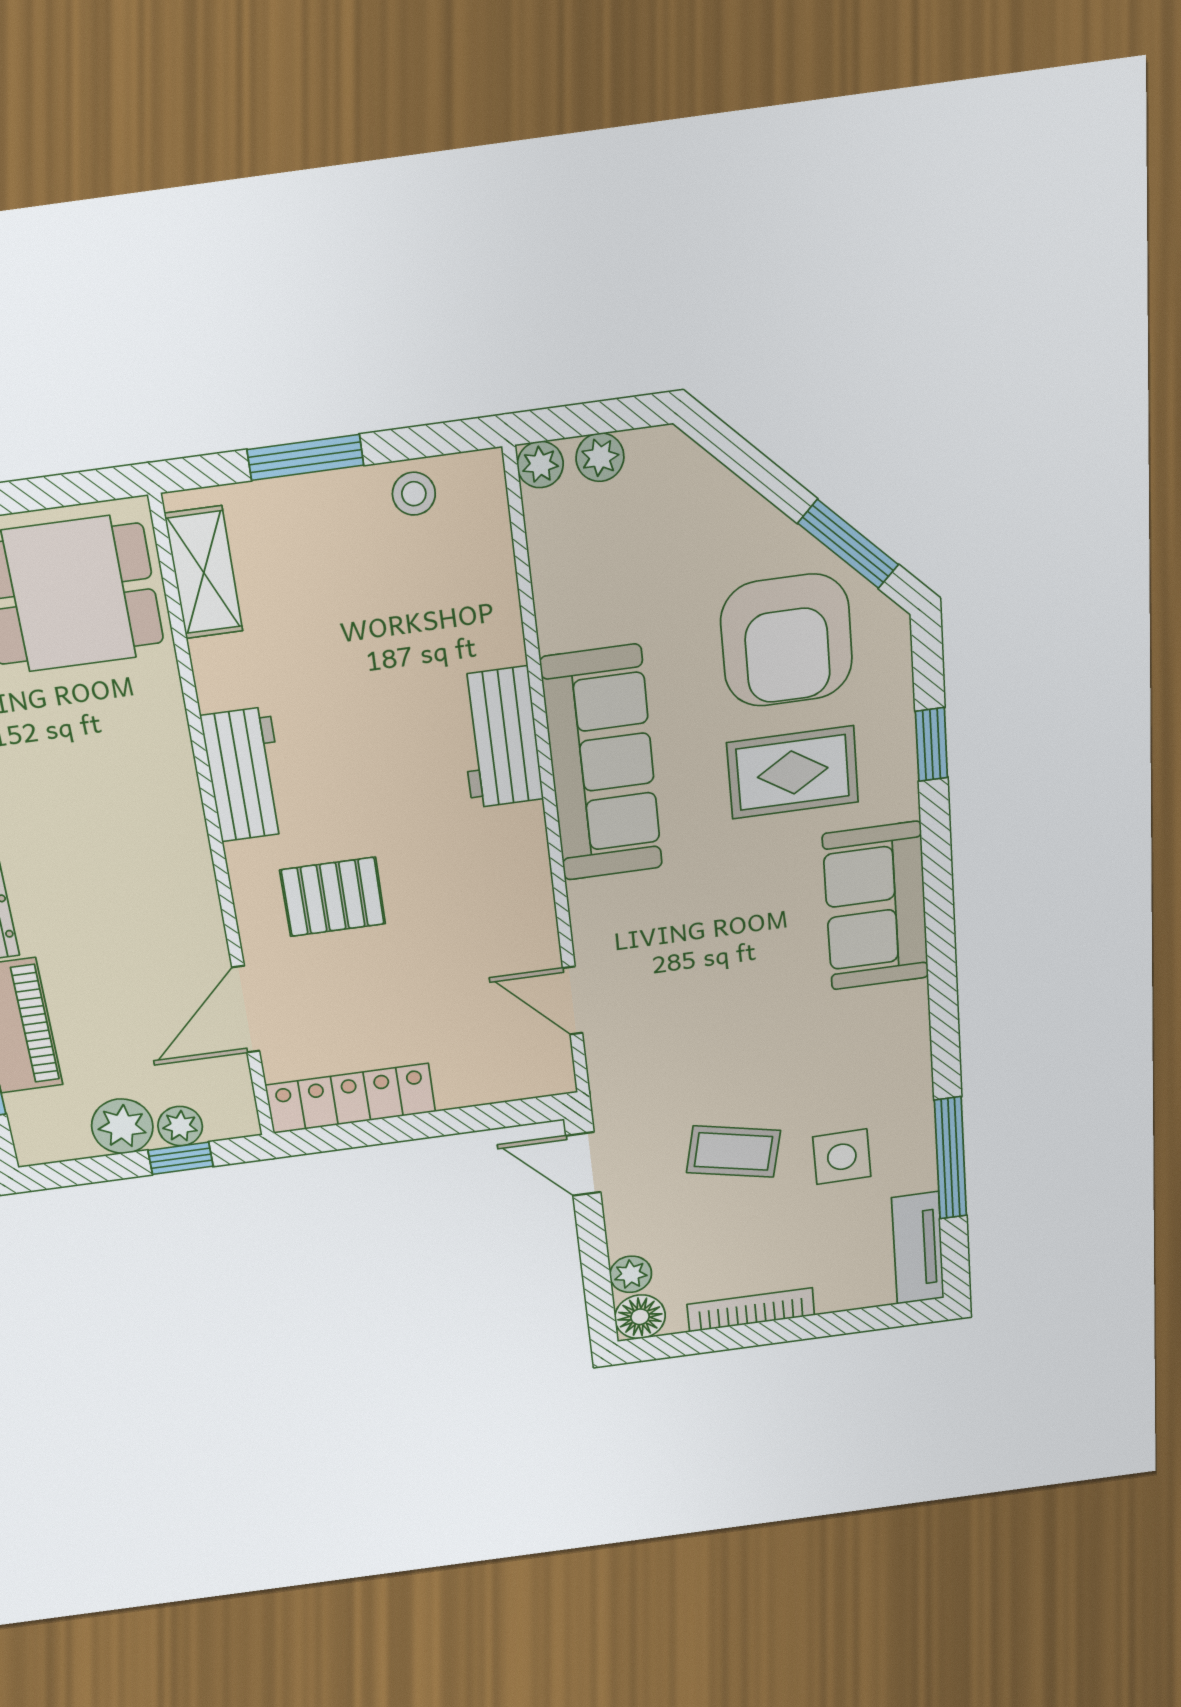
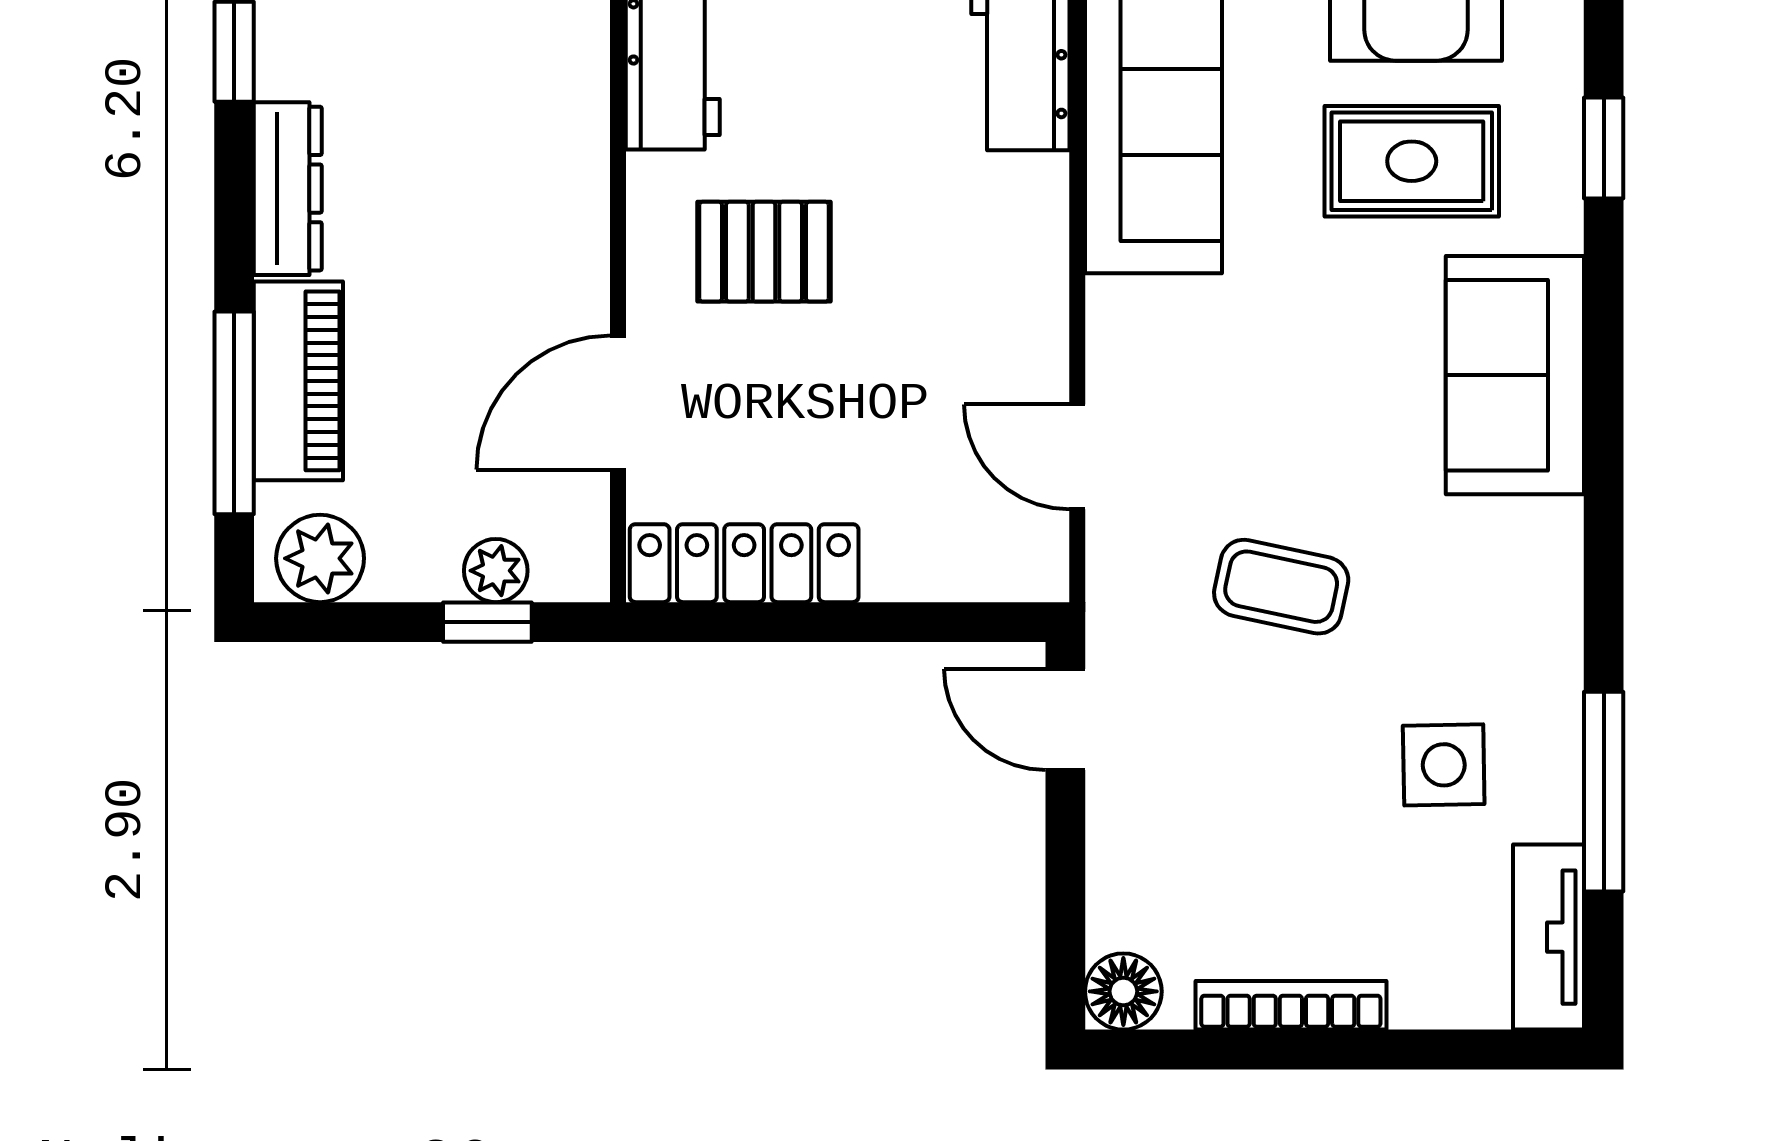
plant: (122, 1126) -> (320, 558), moved
coffee table: (733, 1152) -> (1281, 587), moved
plant: (631, 1274) -> (1116, 916), removed

